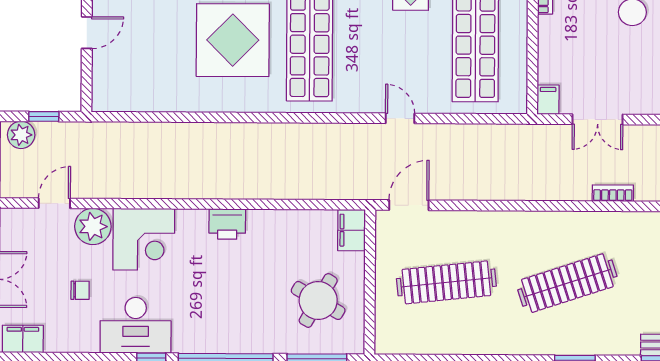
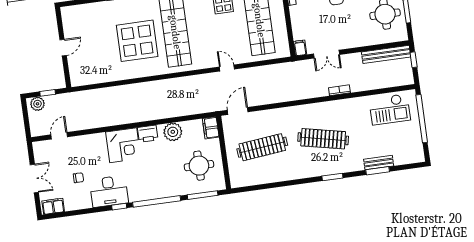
plant: (93, 226) -> (173, 132), moved
corner desk: (144, 239) -> (123, 145), moved
clothes rail: (567, 283) -> (323, 139), turned 30
round table: (318, 300) -> (199, 166), turned -30

